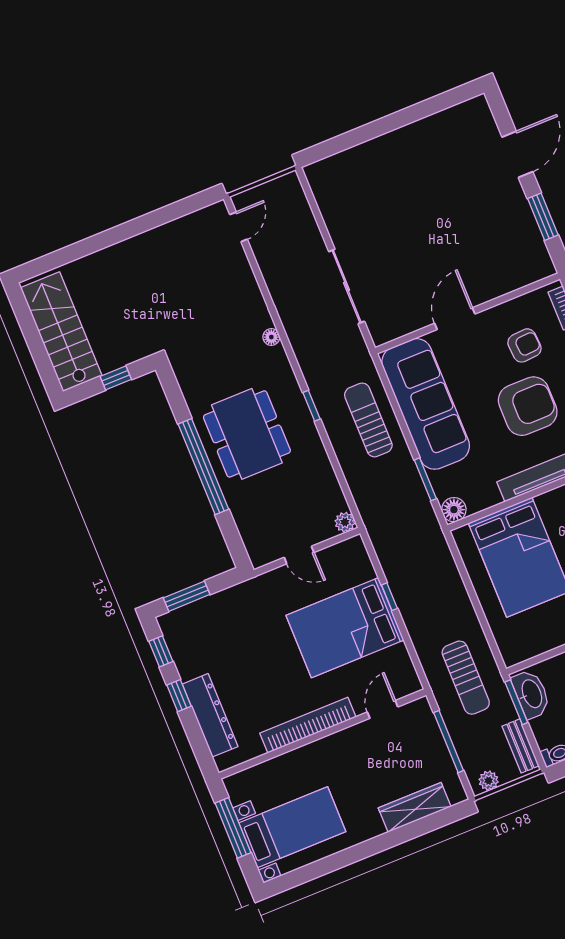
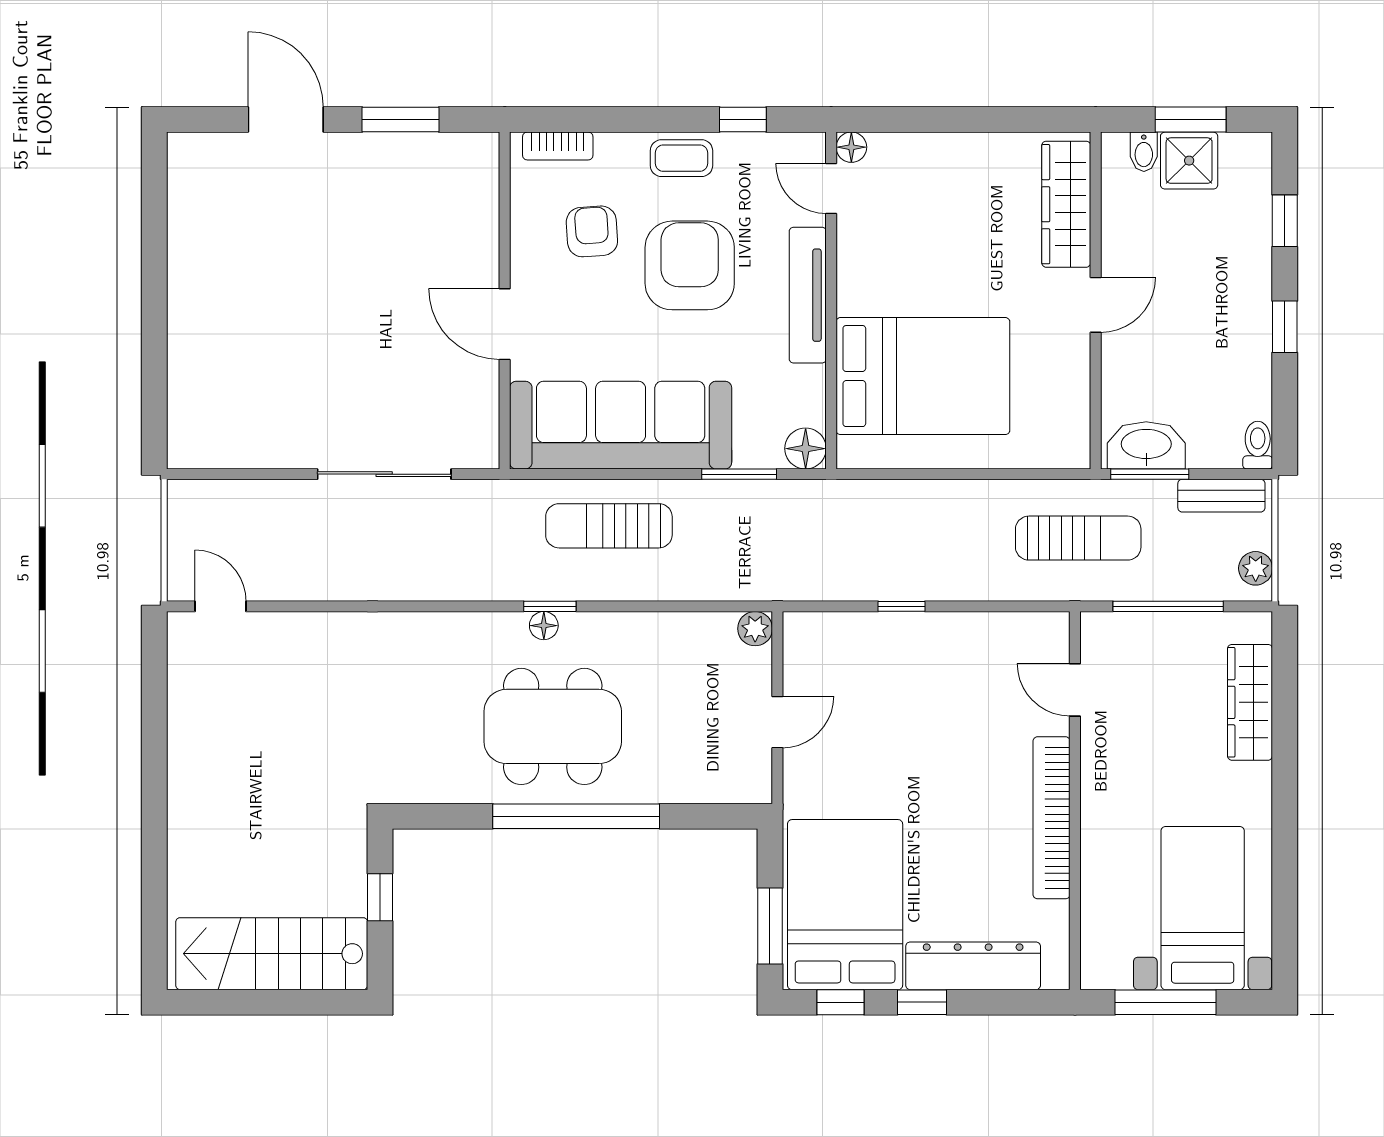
floor lamp: (271, 337) -> (544, 626), moved
bed: (345, 628) -> (845, 905), moved, turned 180

